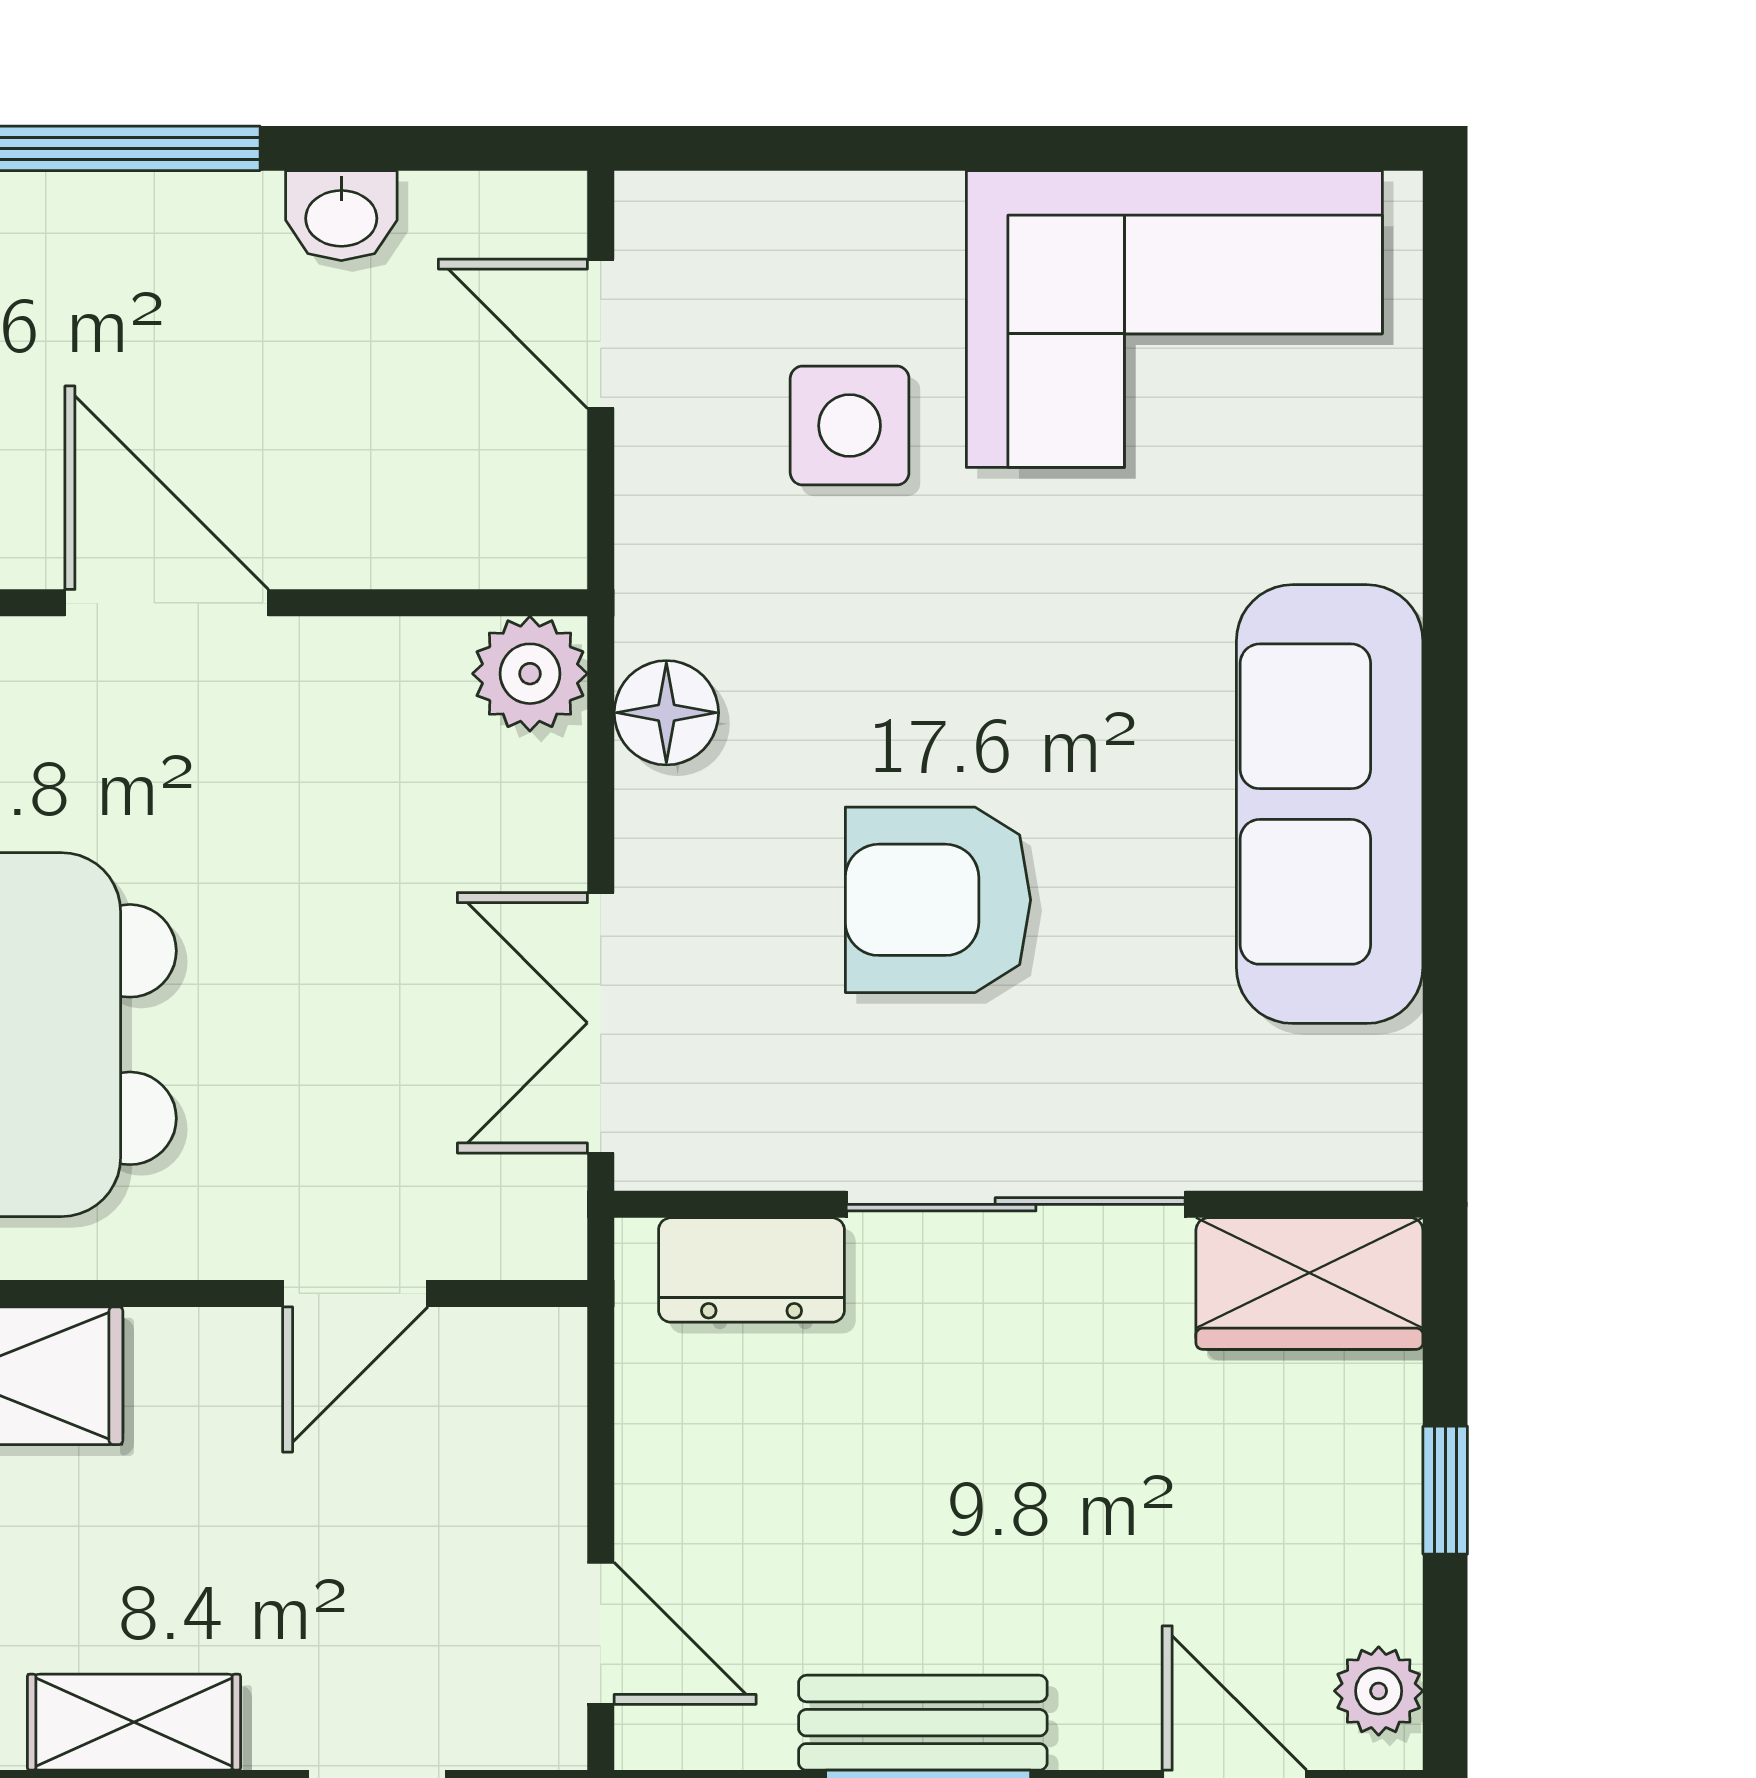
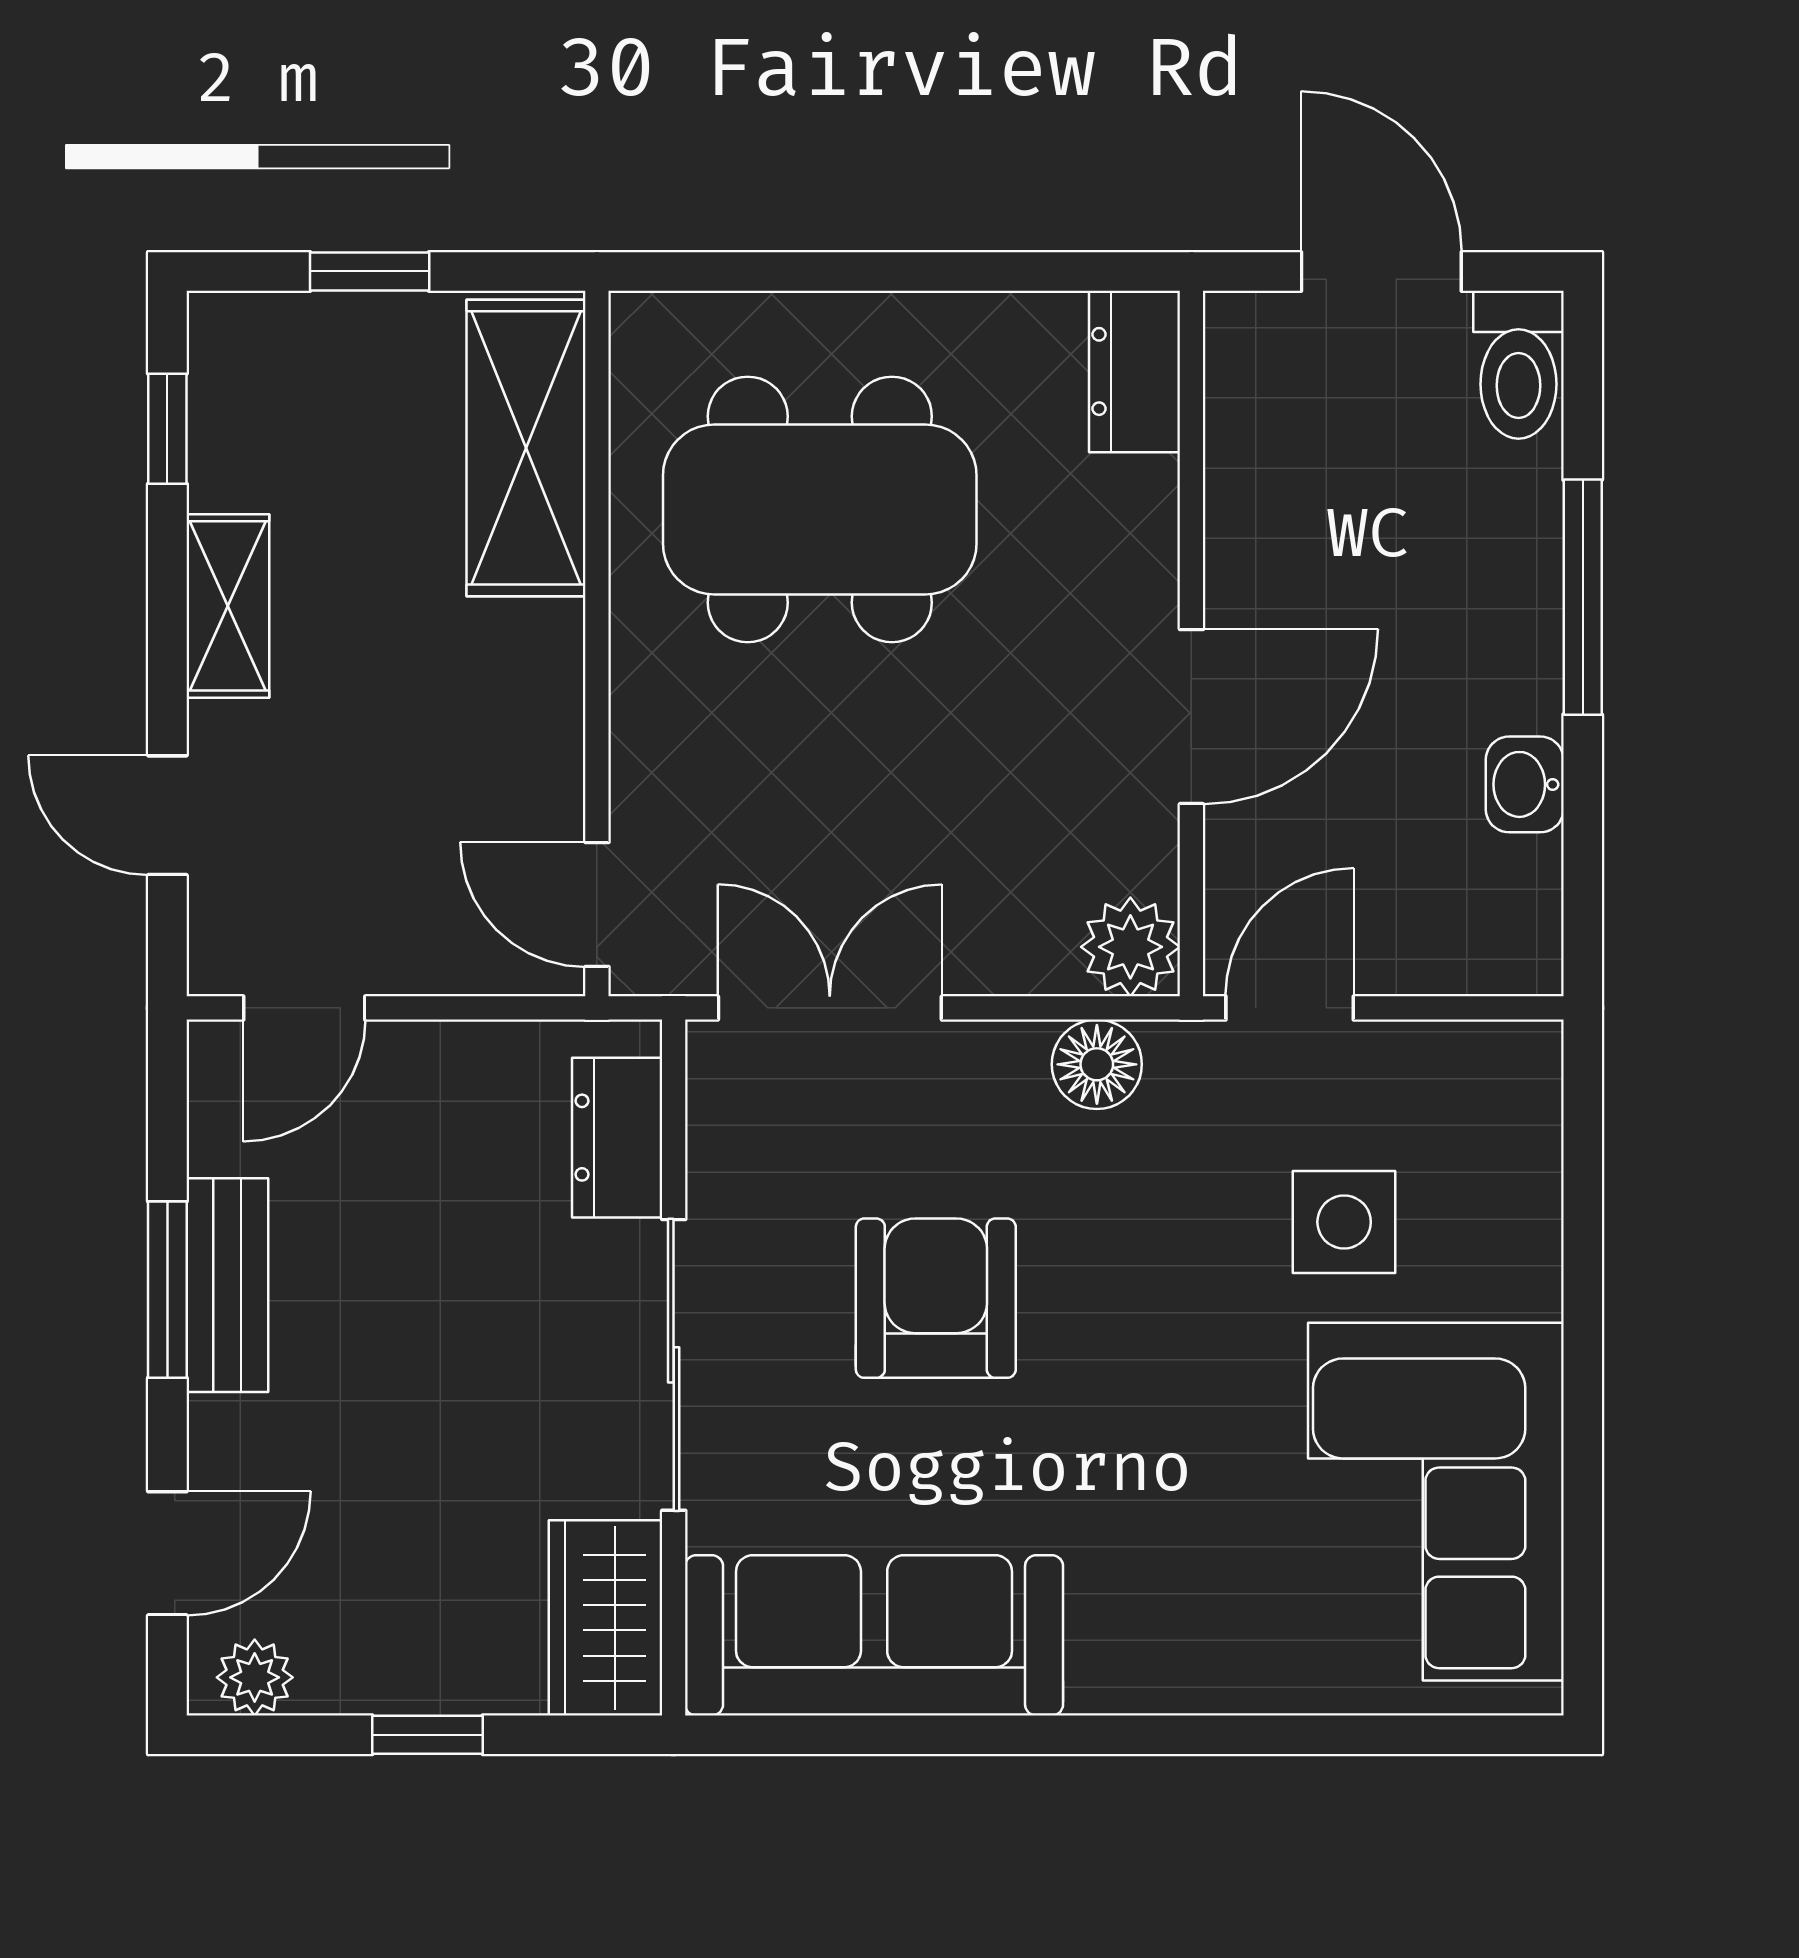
door: (601, 334) -> (1290, 1008), moved
door: (167, 603) -> (1191, 717), moved
sofa: (1330, 804) -> (874, 1635), moved
door: (355, 1293) -> (597, 905), moved

